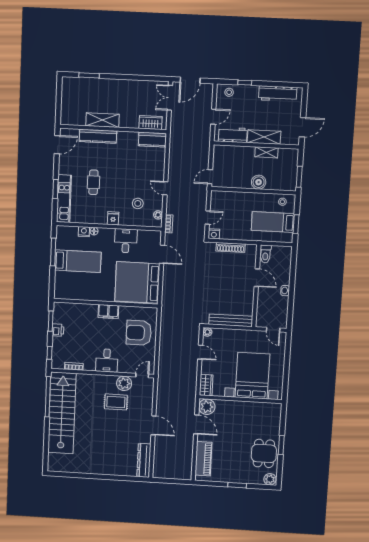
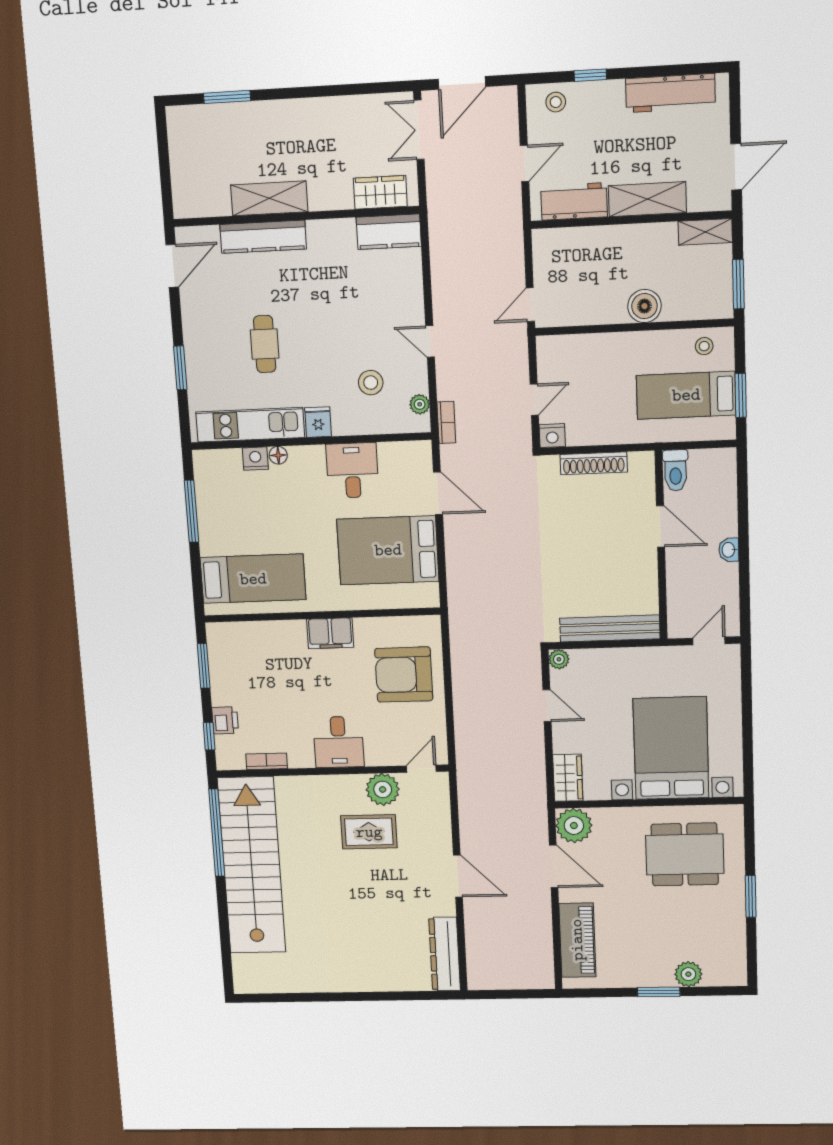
shelving: (266, 152) -> (705, 232), moved
kitchen unit: (64, 199) -> (250, 425), moved, turned -90
bed: (78, 261) -> (253, 579), moved
bed: (137, 282) -> (388, 550), width x0.73
printer: (58, 330) -> (225, 720), moved
door: (273, 330) -> (709, 641), swing flipped
dining table: (264, 453) -> (685, 854), moved, width x1.37
plant: (270, 479) -> (688, 974), moved

